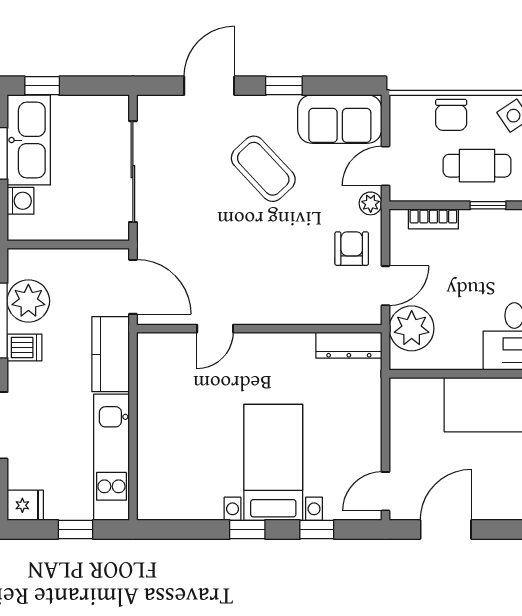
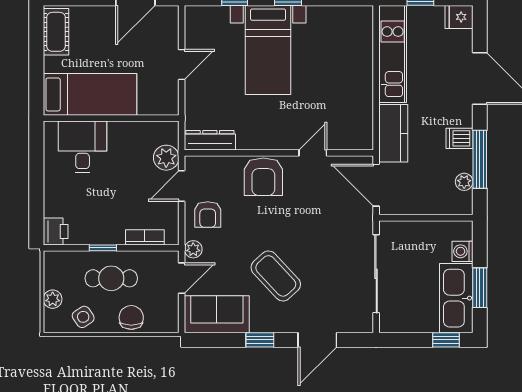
armchair: (279, 298) -> (263, 177), added
plant: (28, 301) -> (464, 182), width x0.53, depth x0.53
plant: (412, 328) -> (166, 158), width x0.73, depth x0.73
door: (385, 491) -> (182, 64), moved

